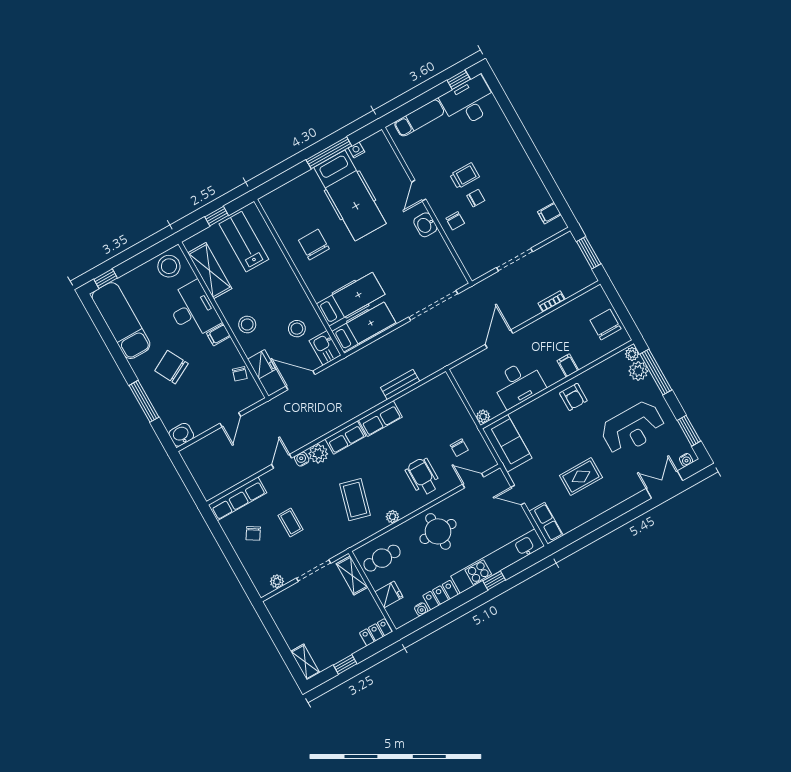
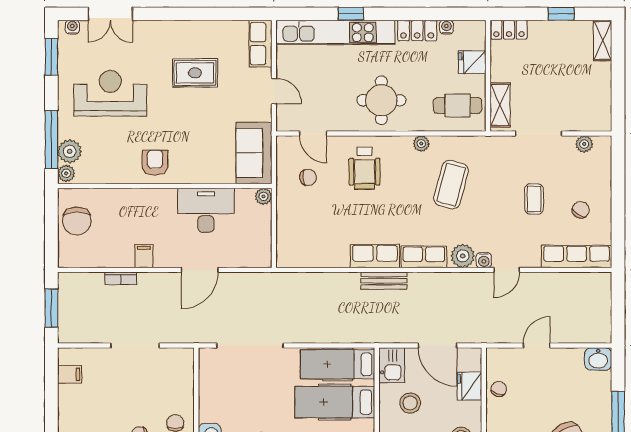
filing cabinet: (568, 365) -> (144, 256), moved, turned 180
bench: (400, 384) -> (384, 281), moved
chair: (459, 448) -> (308, 177), turned 86

